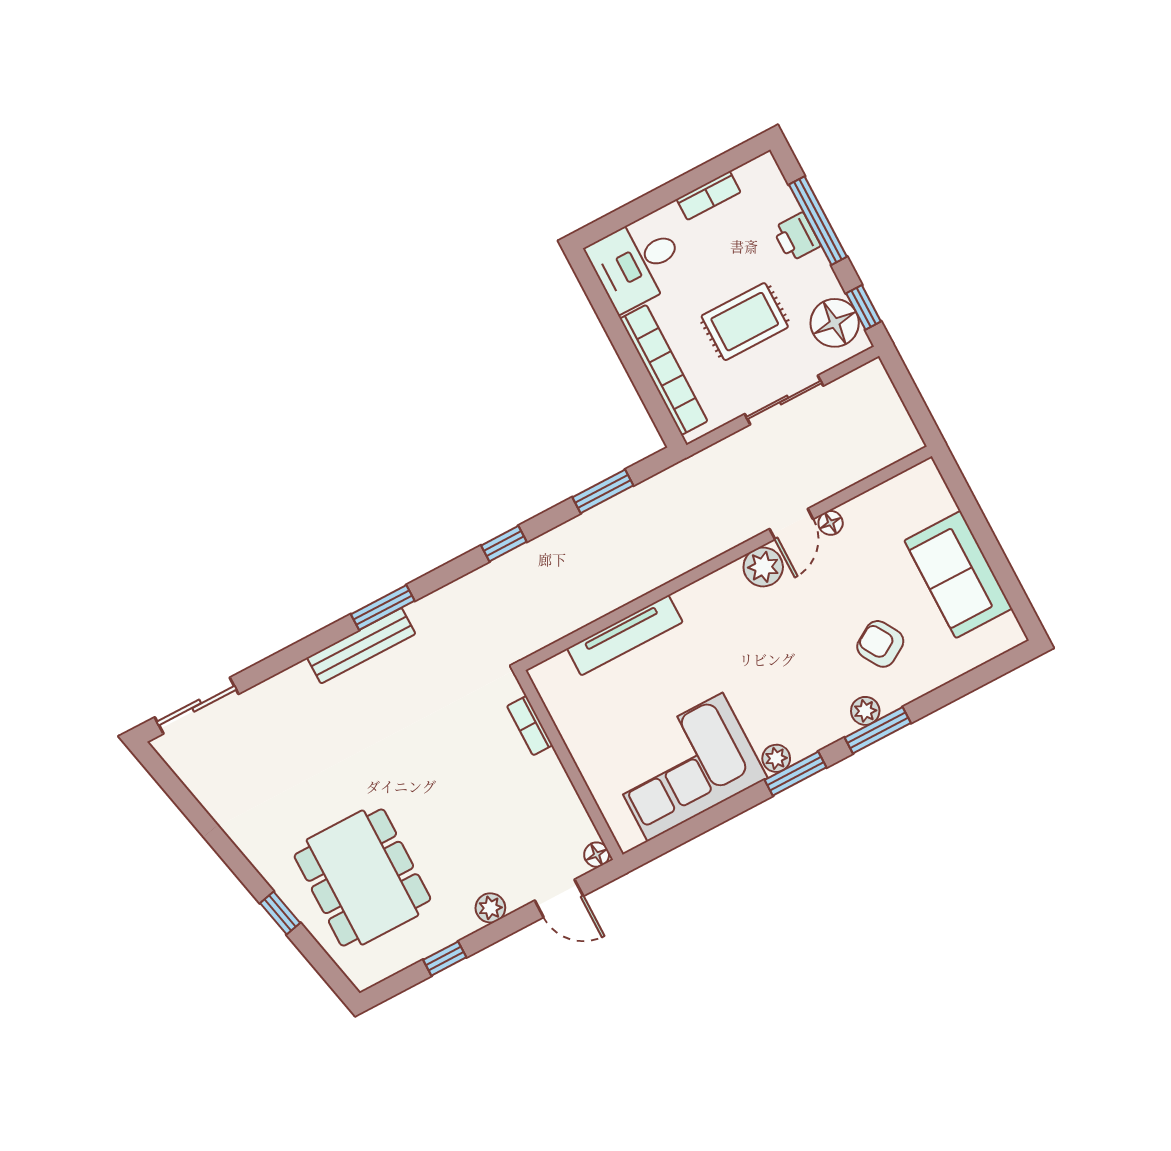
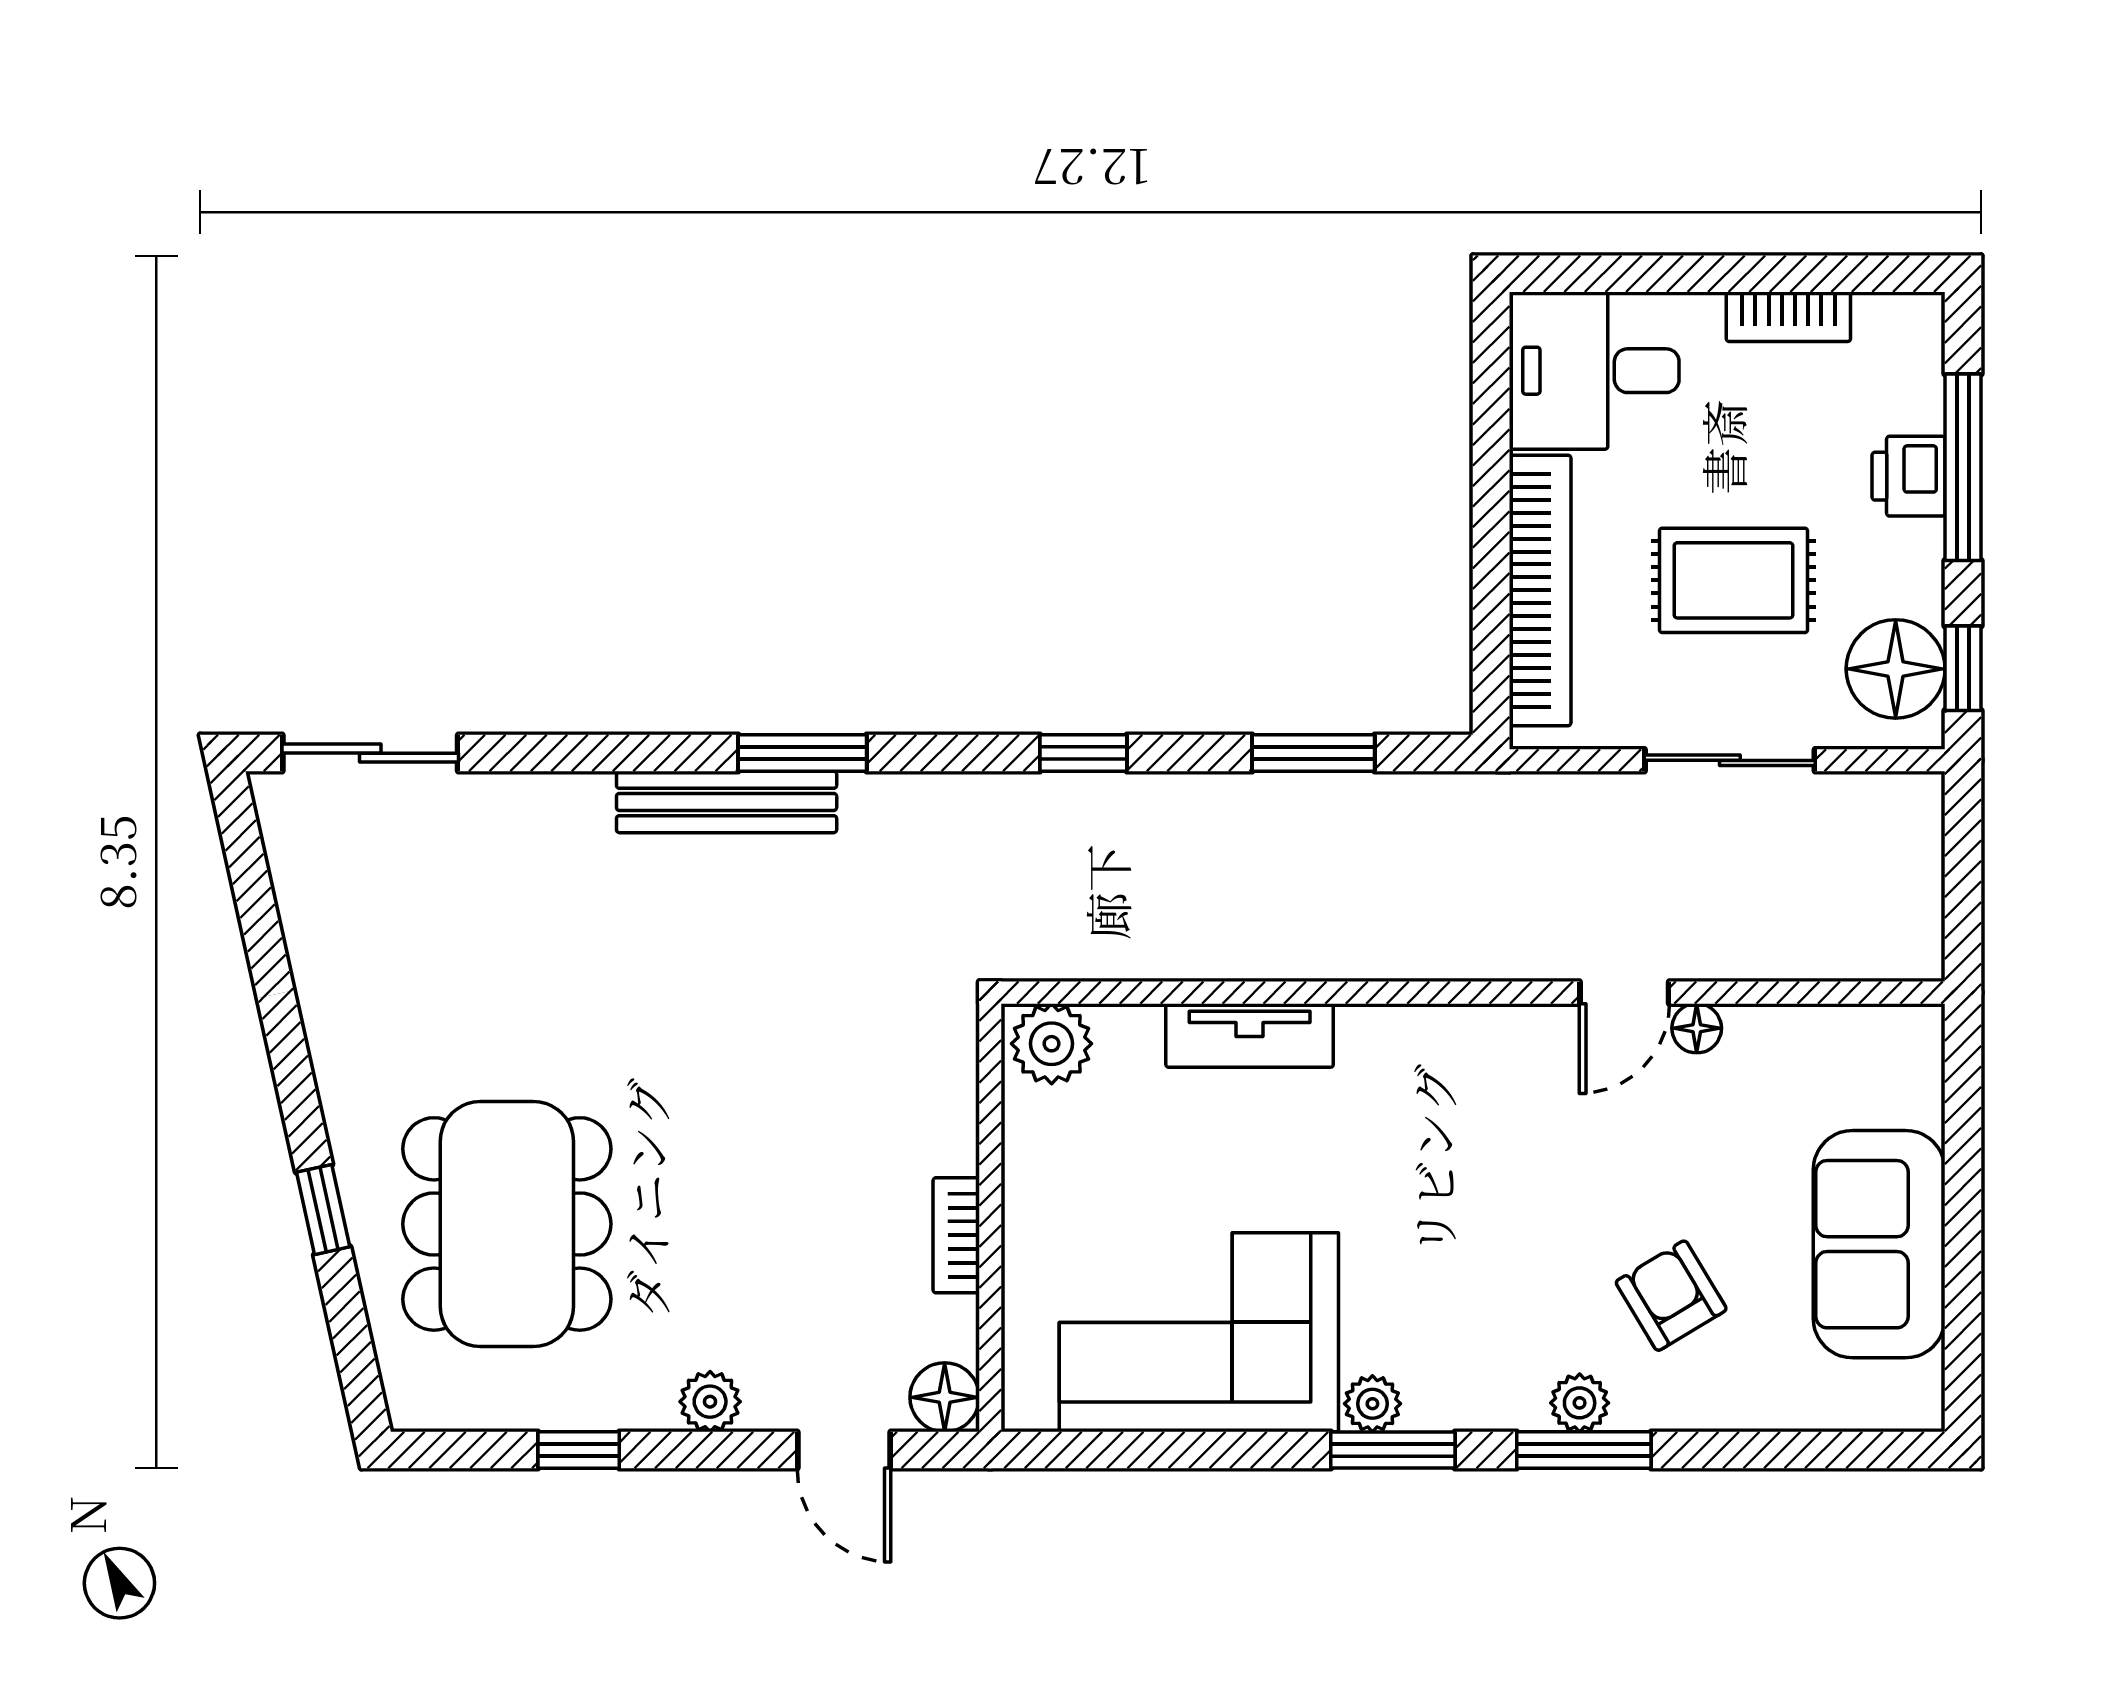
plant: (763, 567) -> (1052, 1044), moved
tv unit: (625, 635) -> (1250, 1035), width x0.71
bookcase: (530, 726) -> (956, 1235), moved
floor lamp: (597, 855) -> (945, 1397), width x1.37, depth x1.37

